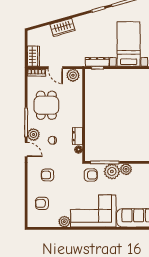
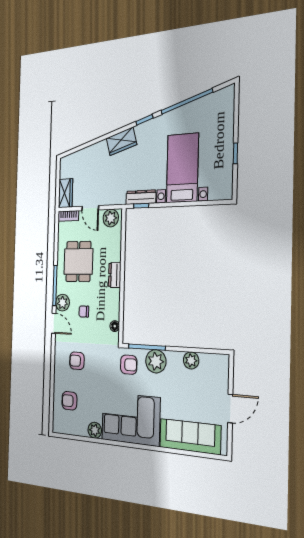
wardrobe: (62, 27) -> (121, 141), moved
dresser: (77, 136) -> (115, 275), moved
plant: (126, 169) -> (191, 360), moved

